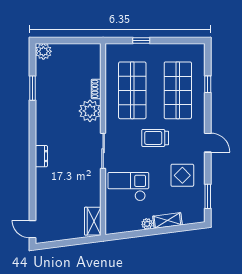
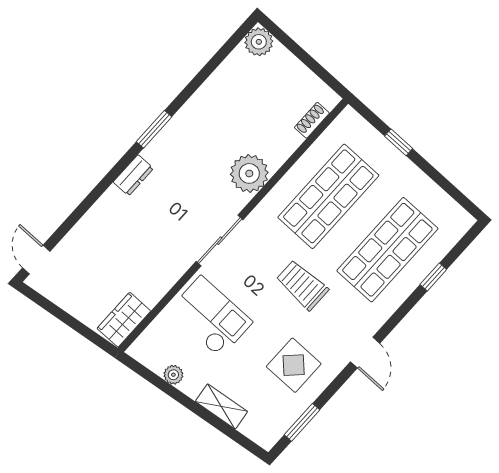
window: (33, 88) -> (154, 129), moved
shoe rack: (96, 89) -> (312, 120), moved
plant: (147, 224) -> (173, 375), moved

